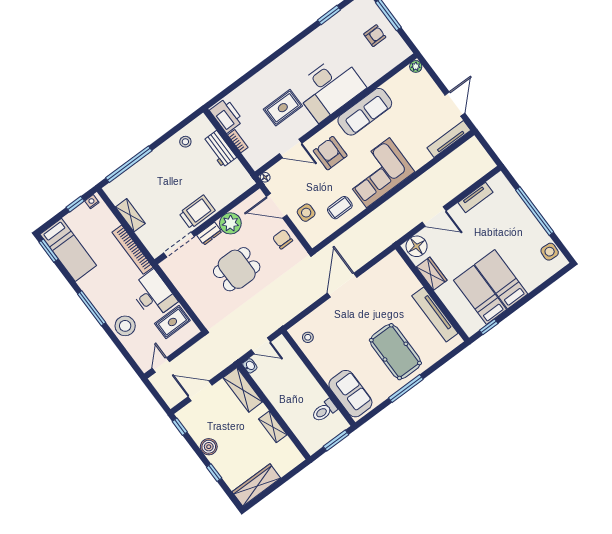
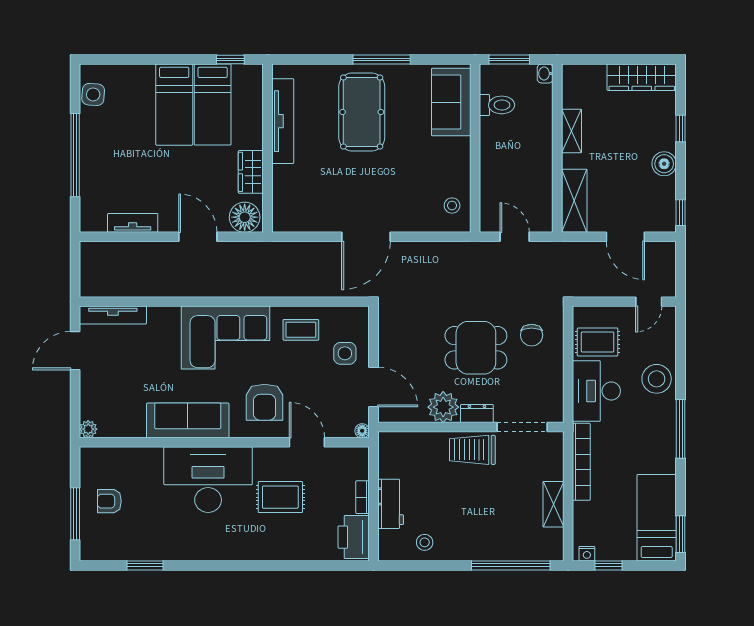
chair: (283, 239) -> (532, 335), moved
washbasin: (250, 366) -> (545, 74), moved

